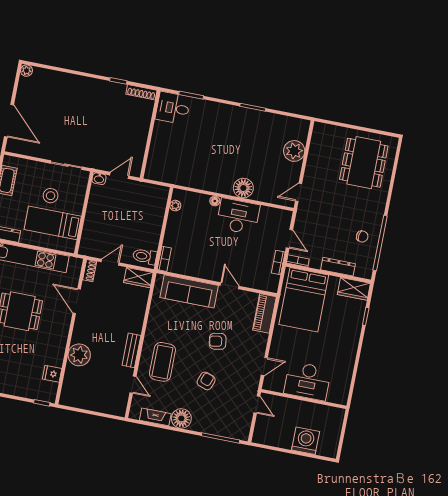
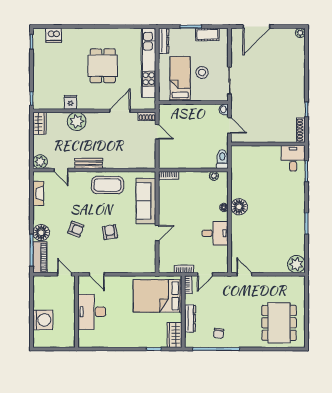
plant: (294, 151) -> (296, 264), moved
dining table: (364, 163) -> (279, 323), turned 90
floor lamp: (243, 188) -> (239, 207), moved
desk: (238, 216) -> (215, 233), width x0.73
toilet: (145, 256) -> (222, 159), moved
wardrobe: (138, 278) -> (39, 123), moved, turned 180
piano: (264, 313) -> (40, 257), moved, turned 90
coffee table: (162, 362) -> (107, 185), moved
fridge: (52, 374) -> (71, 102), moved
door: (133, 385) -> (61, 170), hinge flipped
door: (257, 405) -> (65, 274), swing flipped
plant: (118, 407) -> (40, 162), added
floor lamp: (181, 418) -> (41, 233), moved

